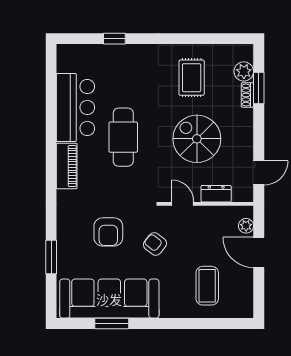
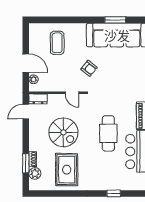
rug: (192, 78) -> (67, 170), width x1.36, depth x1.43
dresser: (216, 194) -> (38, 99), moved
armchair: (108, 232) -> (117, 76), removed

